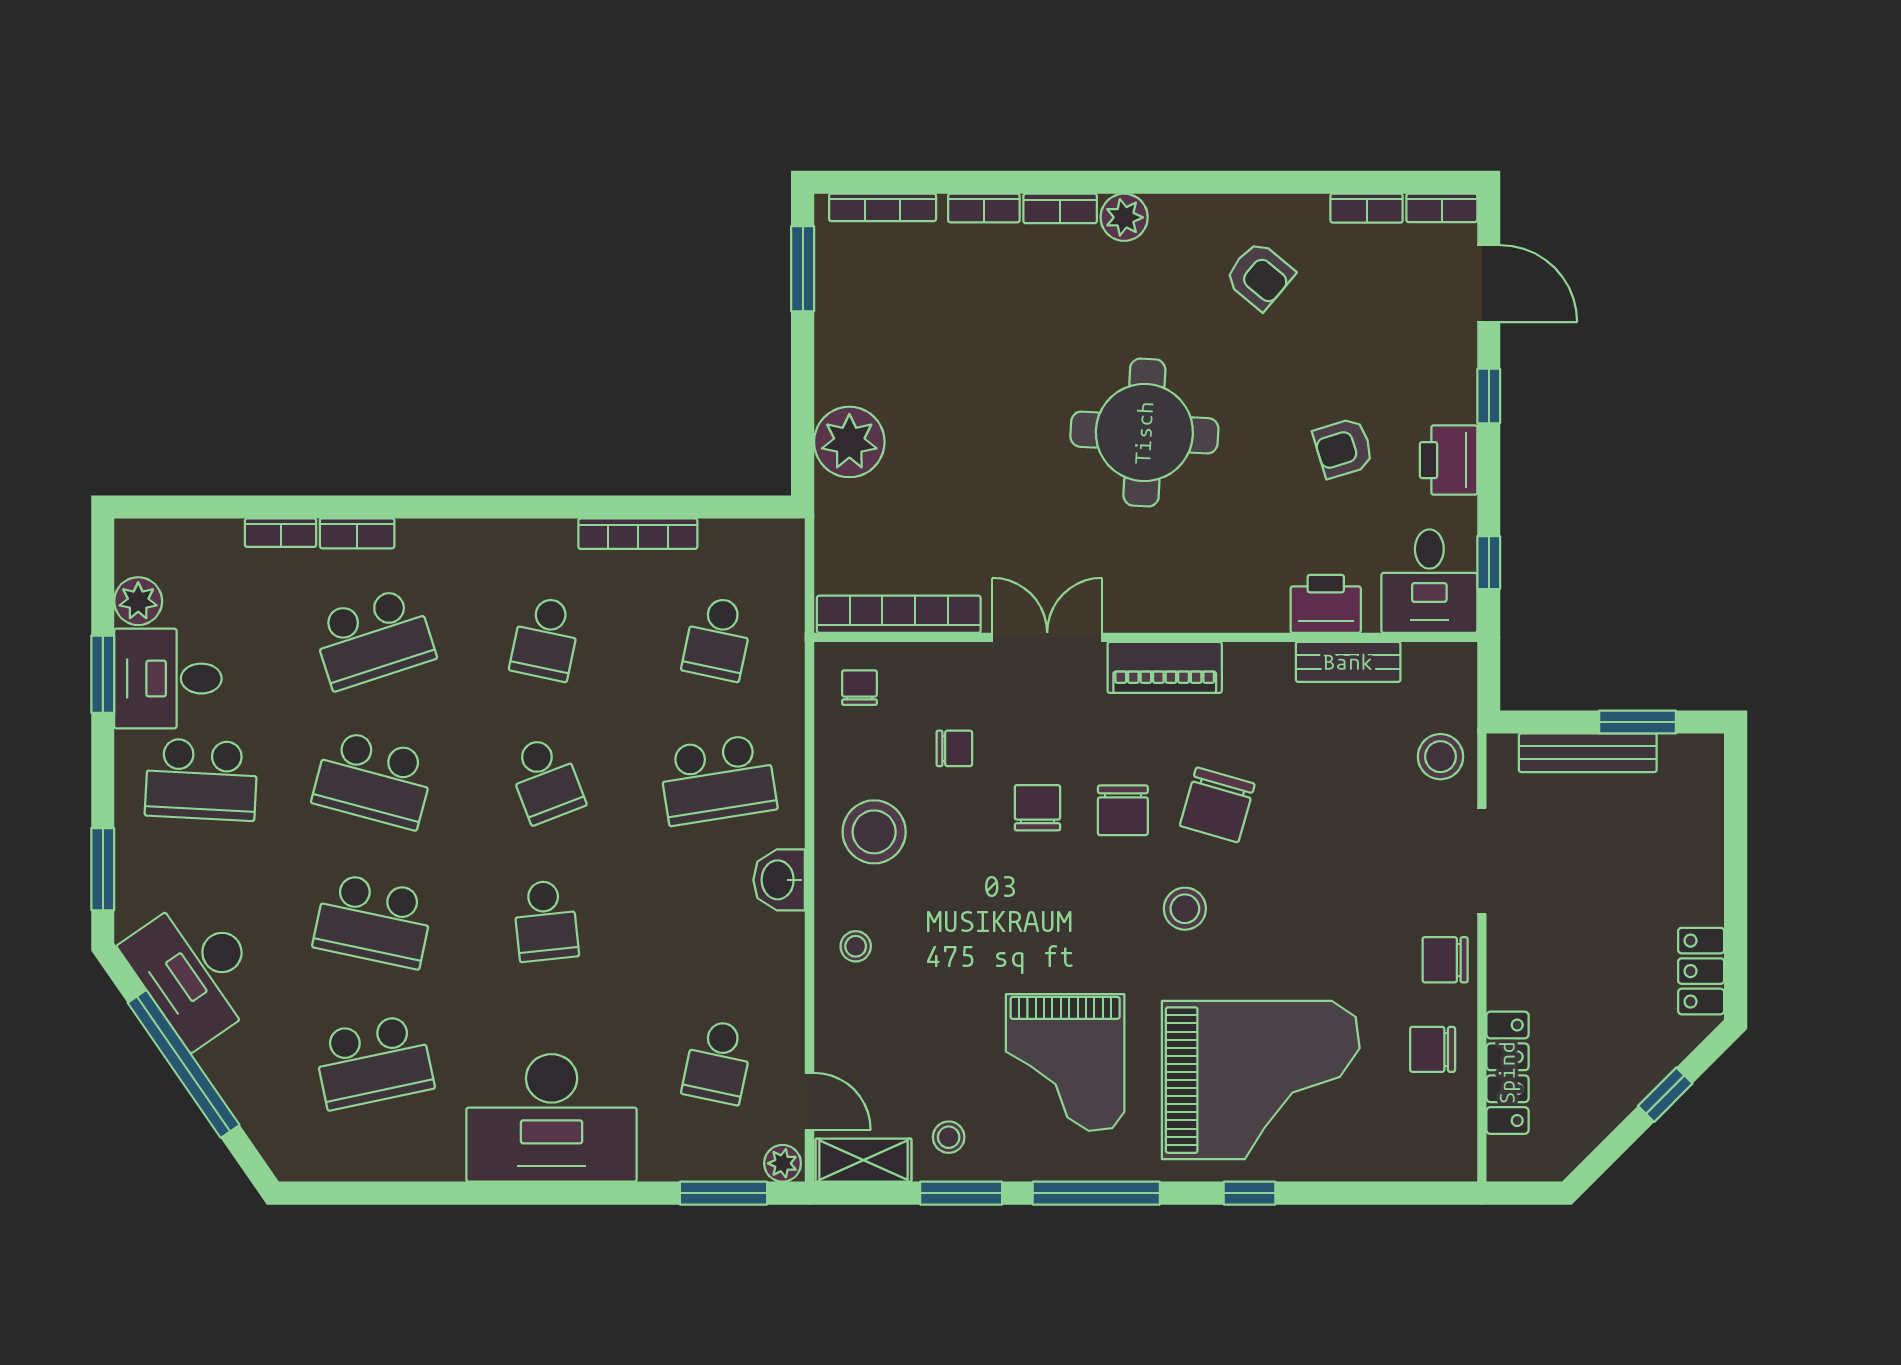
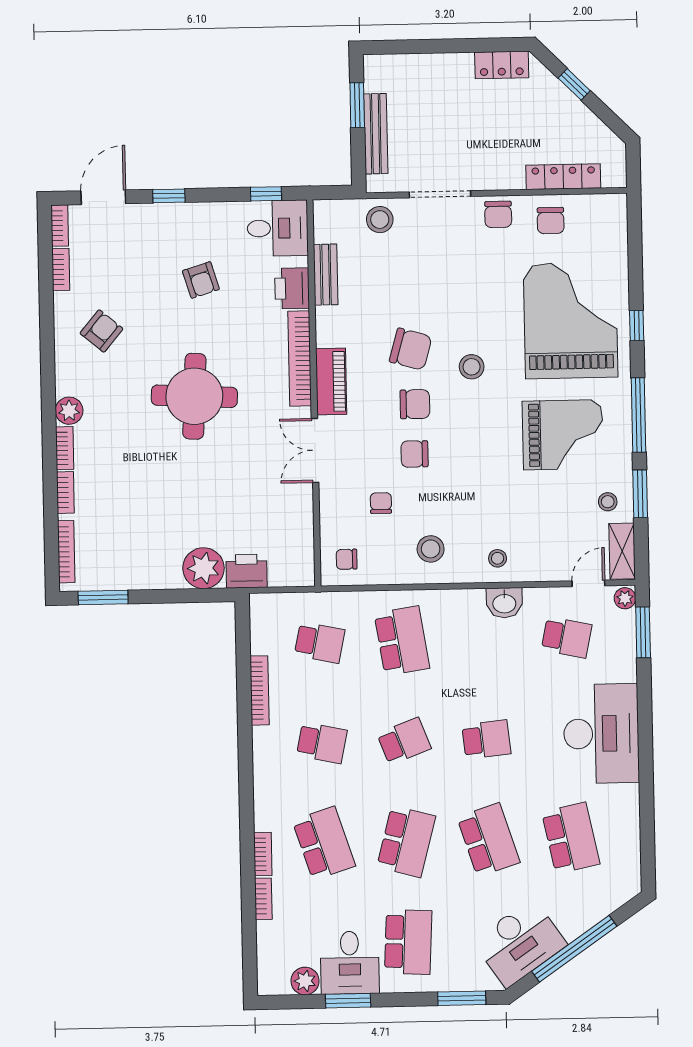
printer: (1449, 460) -> (247, 571), moved, turned 180
bookcase: (899, 614) -> (300, 358), moved
stool: (874, 832) -> (431, 549), width x0.73, depth x0.73
washbasin: (779, 880) -> (504, 603), moved
school desk: (374, 921) -> (488, 840), turned -30

